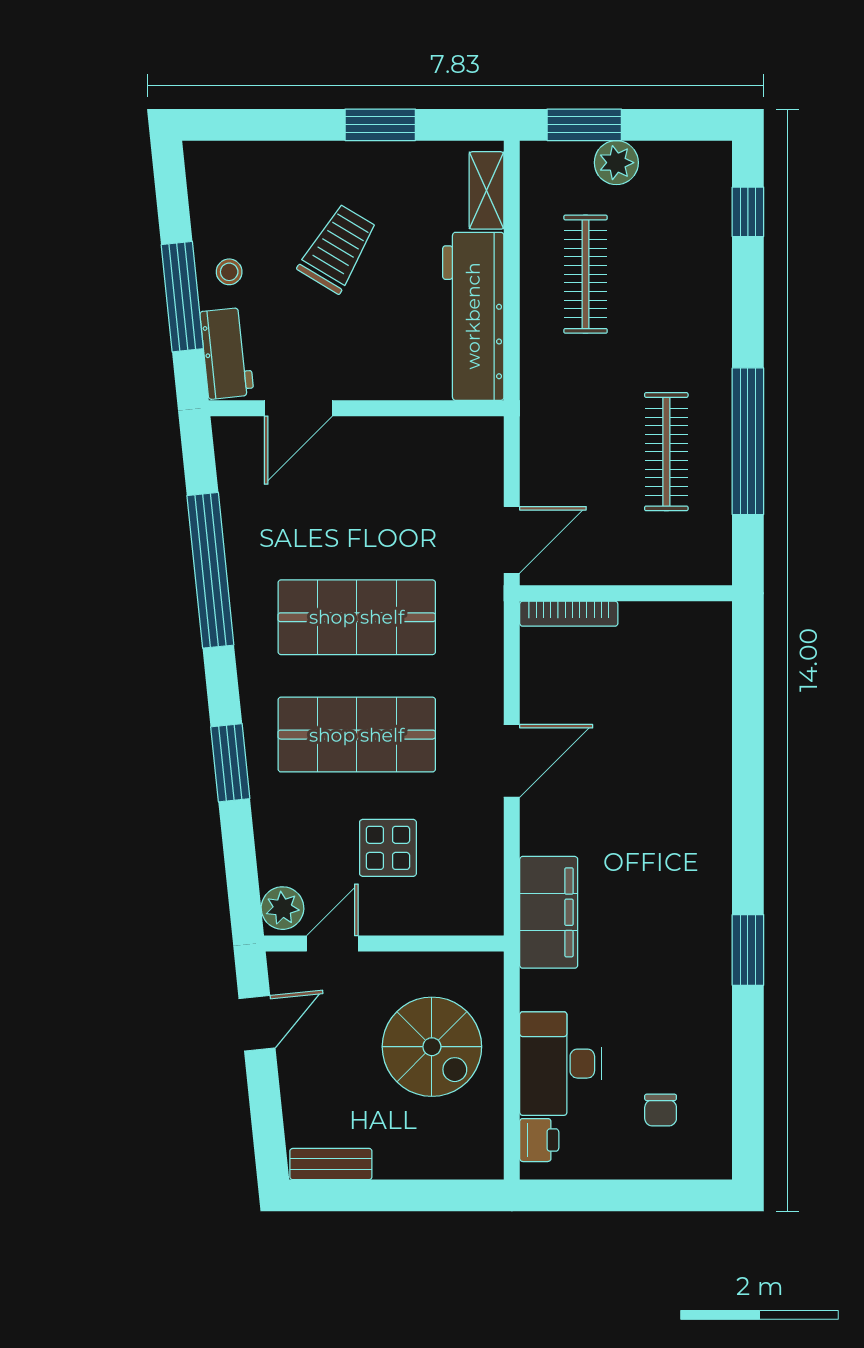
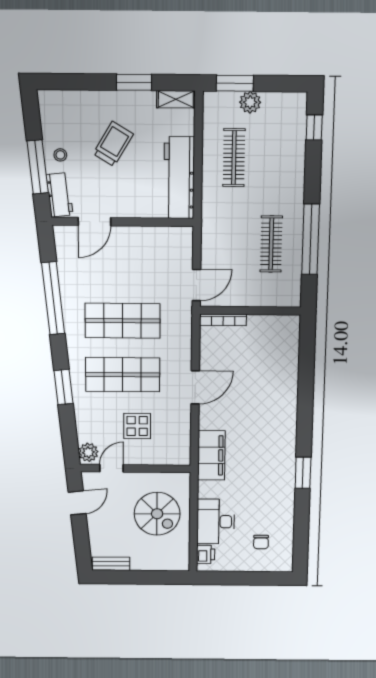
shelving: (486, 190) -> (176, 99), moved, turned 90

